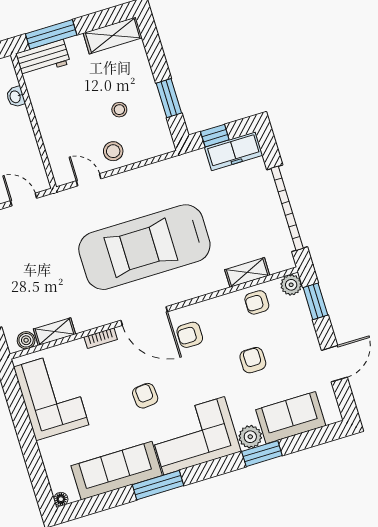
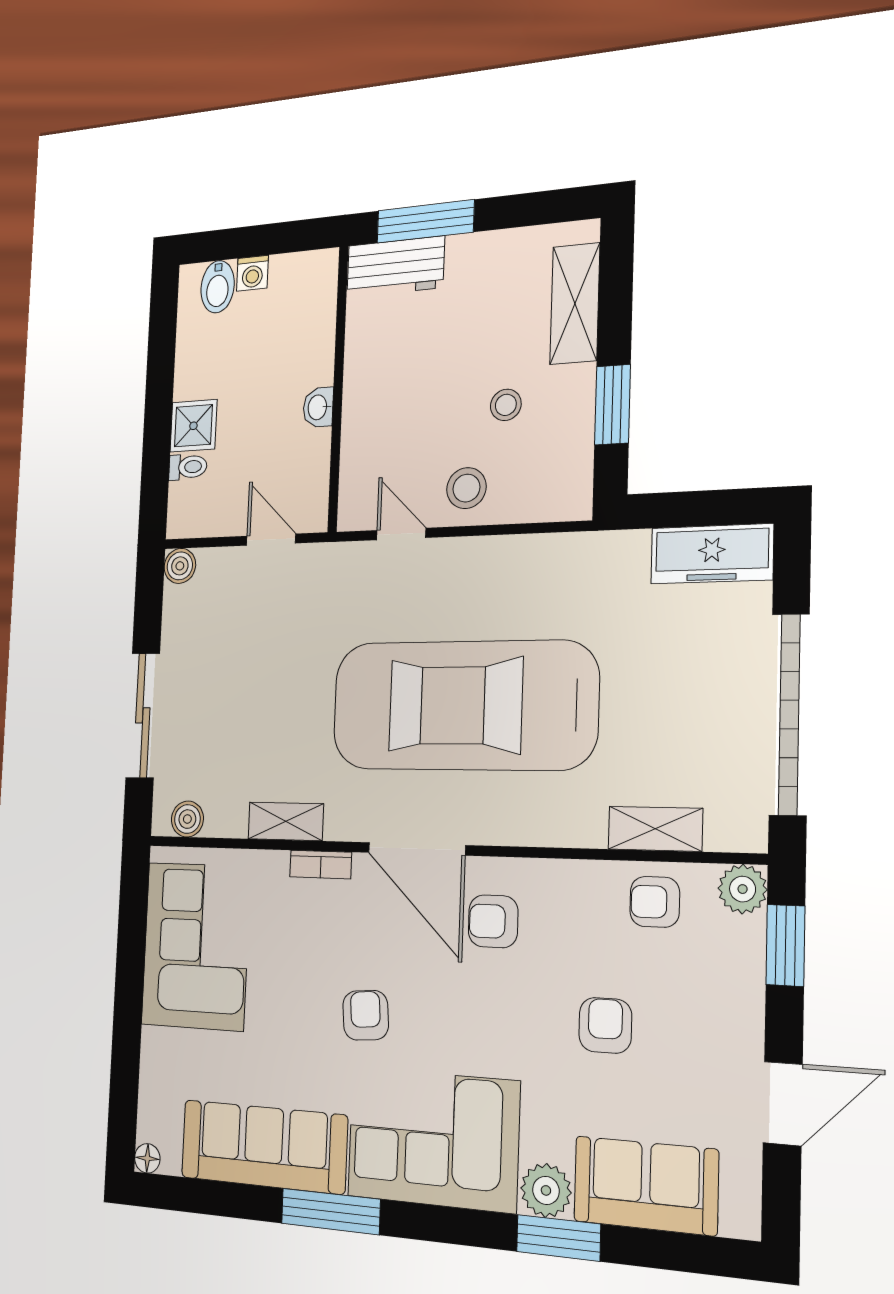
shelving: (113, 35) -> (575, 304), moved, turned 90
washbasin: (16, 97) -> (318, 407), moved
window: (215, 136) -> (683, 509), removed
shelving: (55, 332) -> (286, 821), moved

